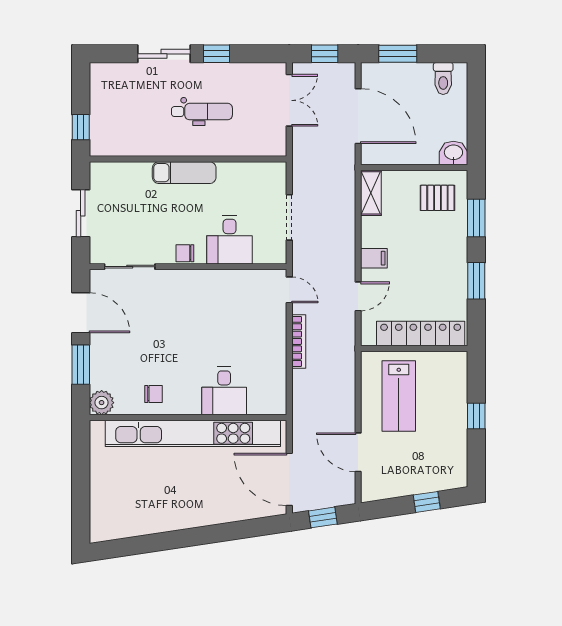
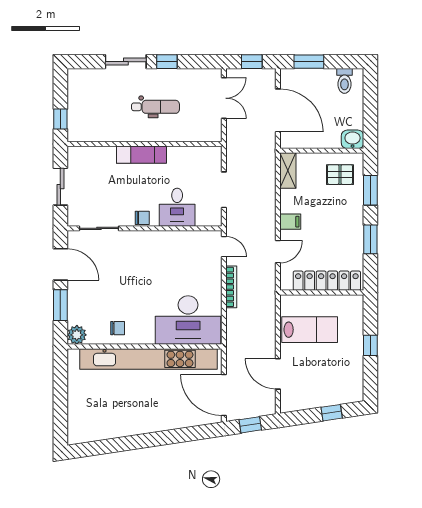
chair: (185, 253) -> (142, 218), turned 180
desk: (224, 391) -> (188, 320), width x1.87, depth x1.30
lab bench: (399, 396) -> (310, 330), turned -90

